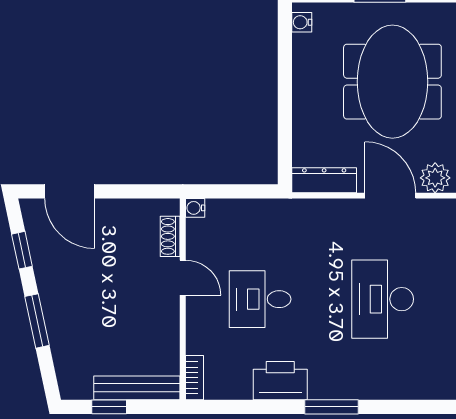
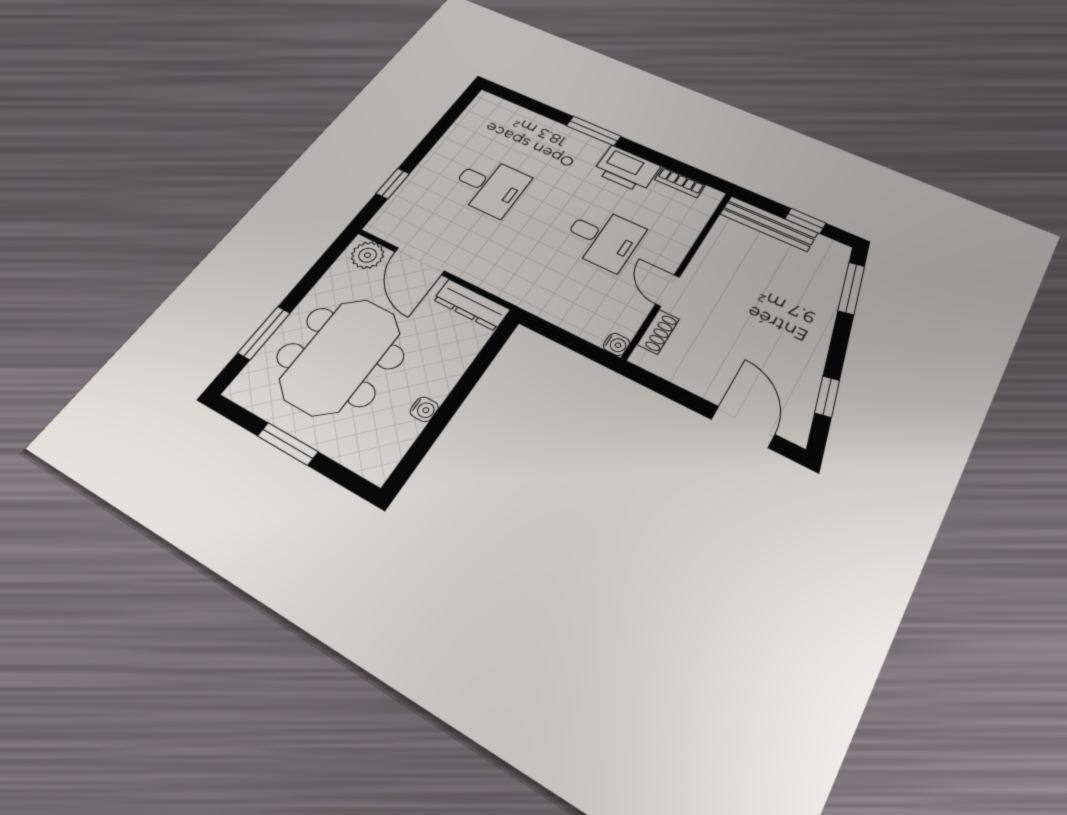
water cooler: (302, 22) -> (424, 409), moved
desk: (383, 299) -> (489, 186), width x0.73
window: (37, 321) -> (851, 288), moved
bookcase: (194, 378) -> (680, 182), moved, turned -90

